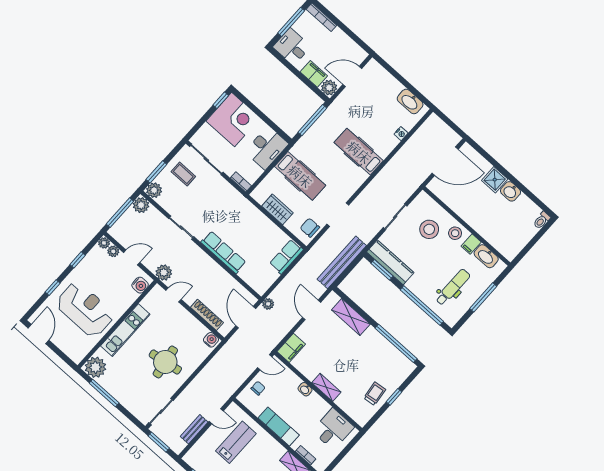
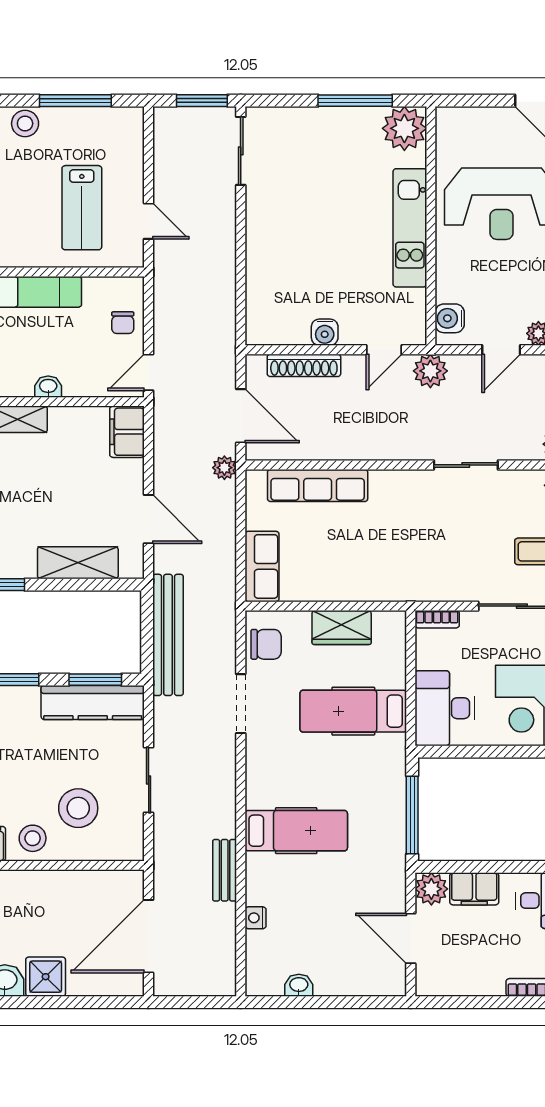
door: (352, 77) -> (411, 938), swing flipped
washbasin: (410, 101) -> (299, 985), width x0.52, depth x0.69
row of seats: (223, 252) -> (318, 485), moved
water cooler: (211, 340) -> (325, 332), moved
round table: (165, 362) -> (303, 234), removed
door: (216, 416) -> (149, 221), swing flipped
bench: (194, 429) -> (225, 870), moved

